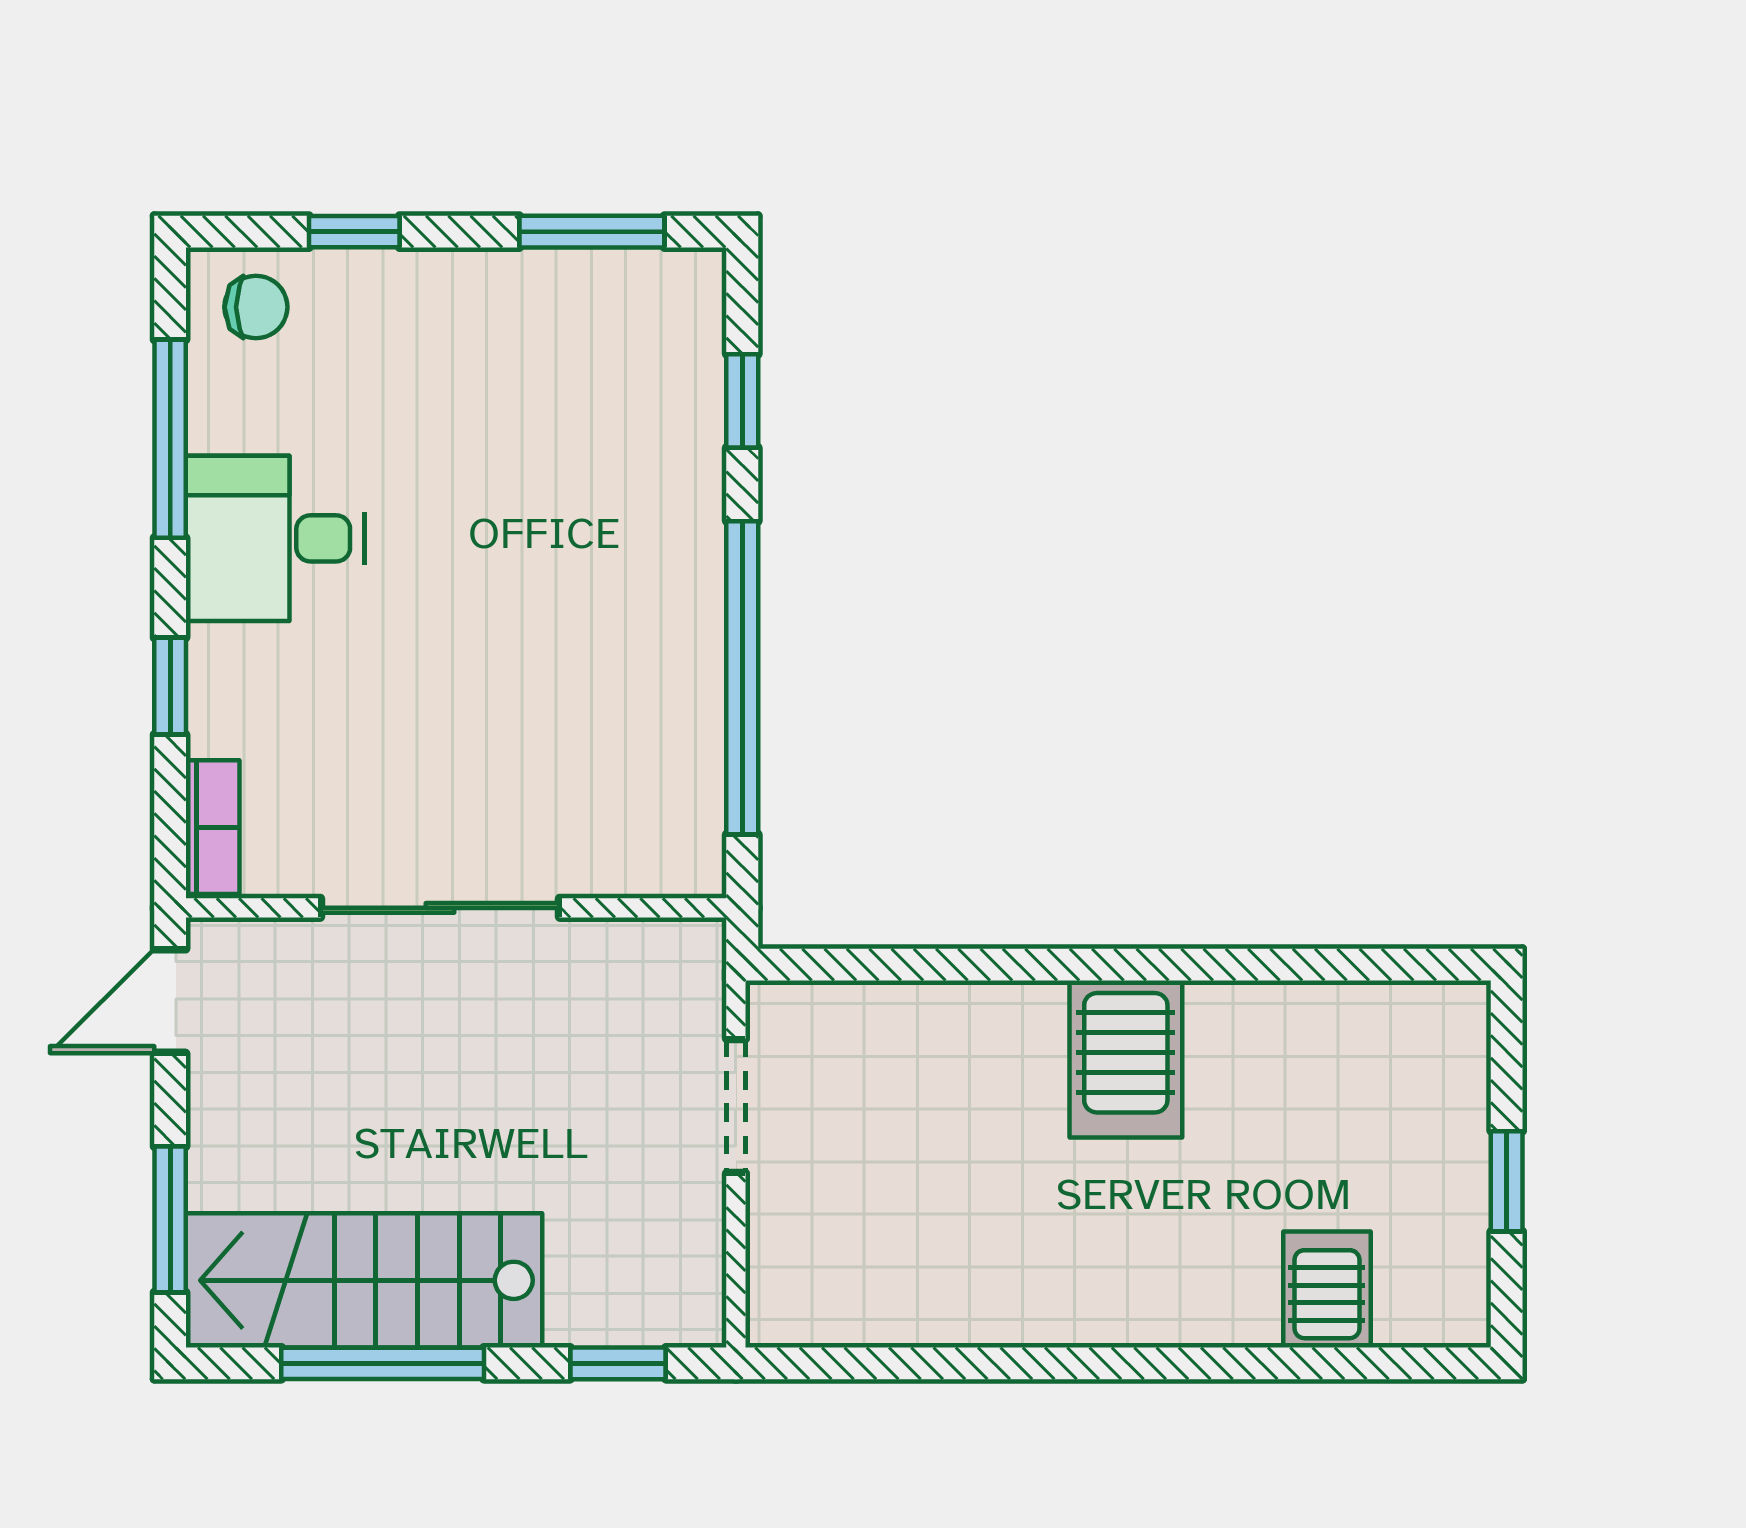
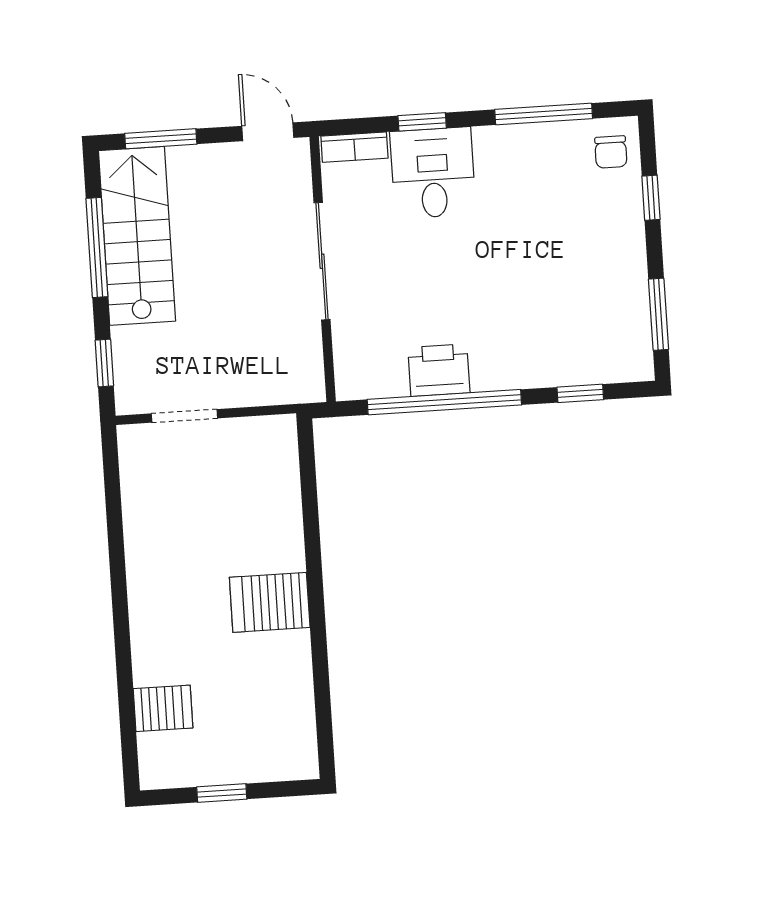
desk: (275, 538) -> (433, 173), moved
printer: (677, 685) -> (439, 370), added
doorway: (736, 1106) -> (184, 416), moved

